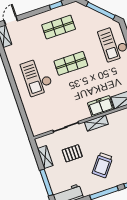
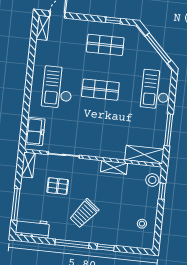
freezer: (101, 106) -> (35, 131), moved, turned 90
shelving: (96, 123) -> (114, 167), moved
shelving: (45, 157) -> (28, 165), moved

